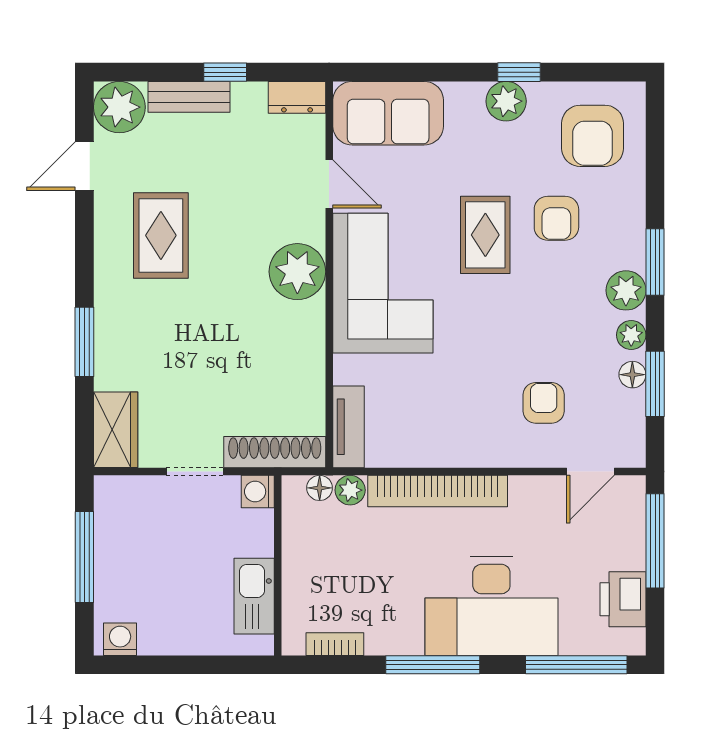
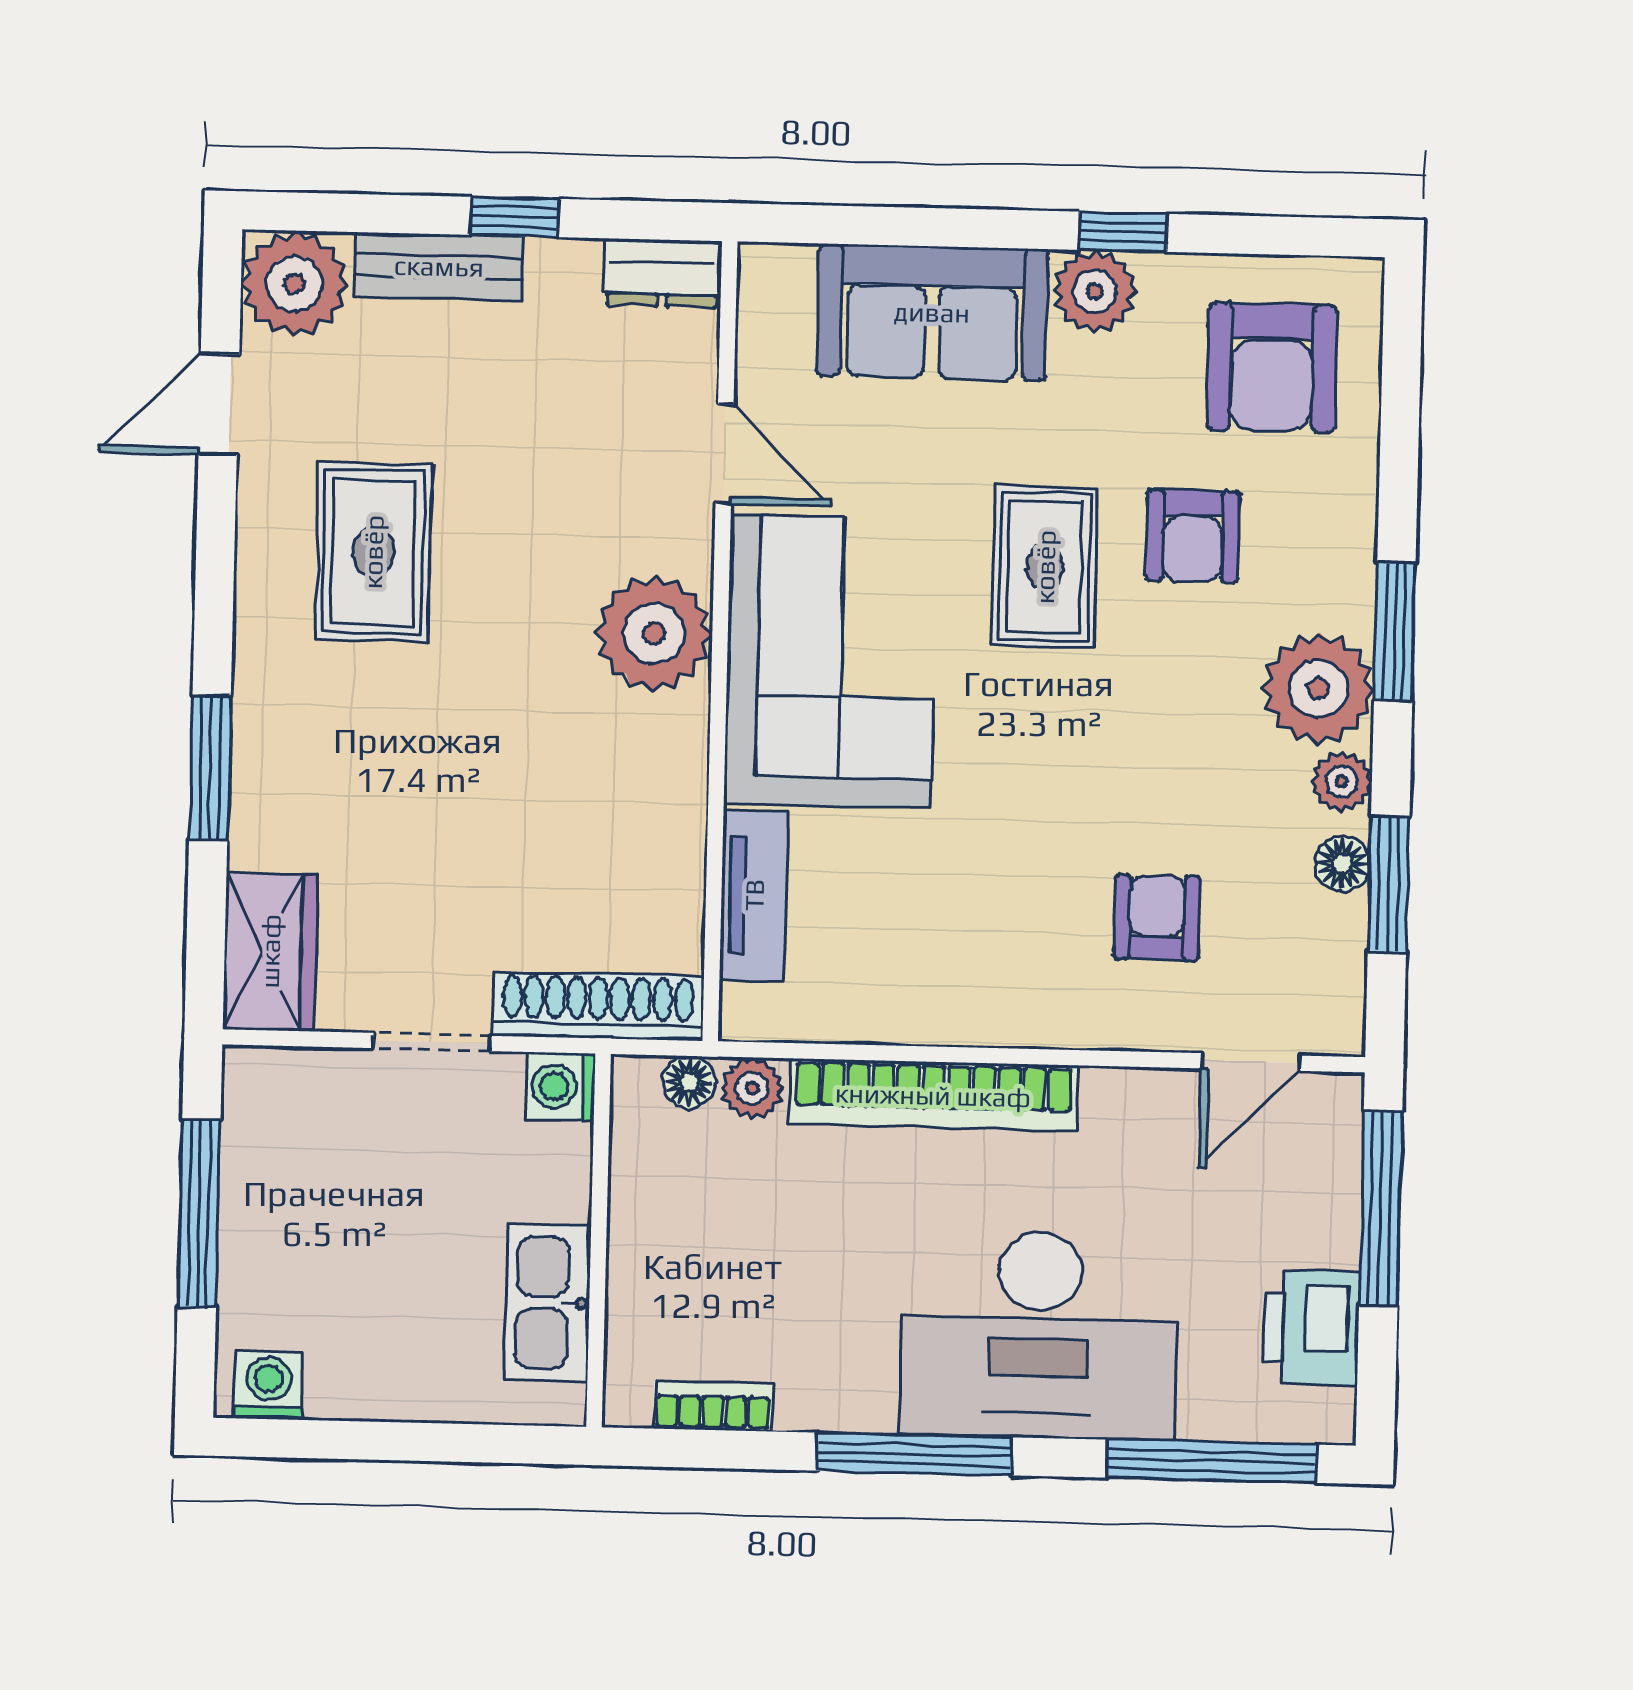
sofa: (388, 113) -> (932, 312), moved
plant: (626, 290) -> (1318, 689), width x1.36, depth x1.36
tv unit: (349, 427) -> (754, 895), moved

